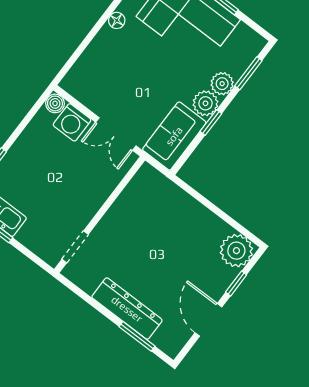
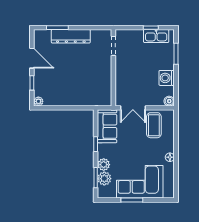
coffee table: (104, 85) -> (154, 125), added
plant: (205, 103) -> (104, 179), moved
washing machine: (72, 122) -> (167, 78), moved, turned -90
double door: (116, 134) -> (133, 108), swing flipped
plant: (236, 251) -> (38, 101), width x0.53, depth x0.53

